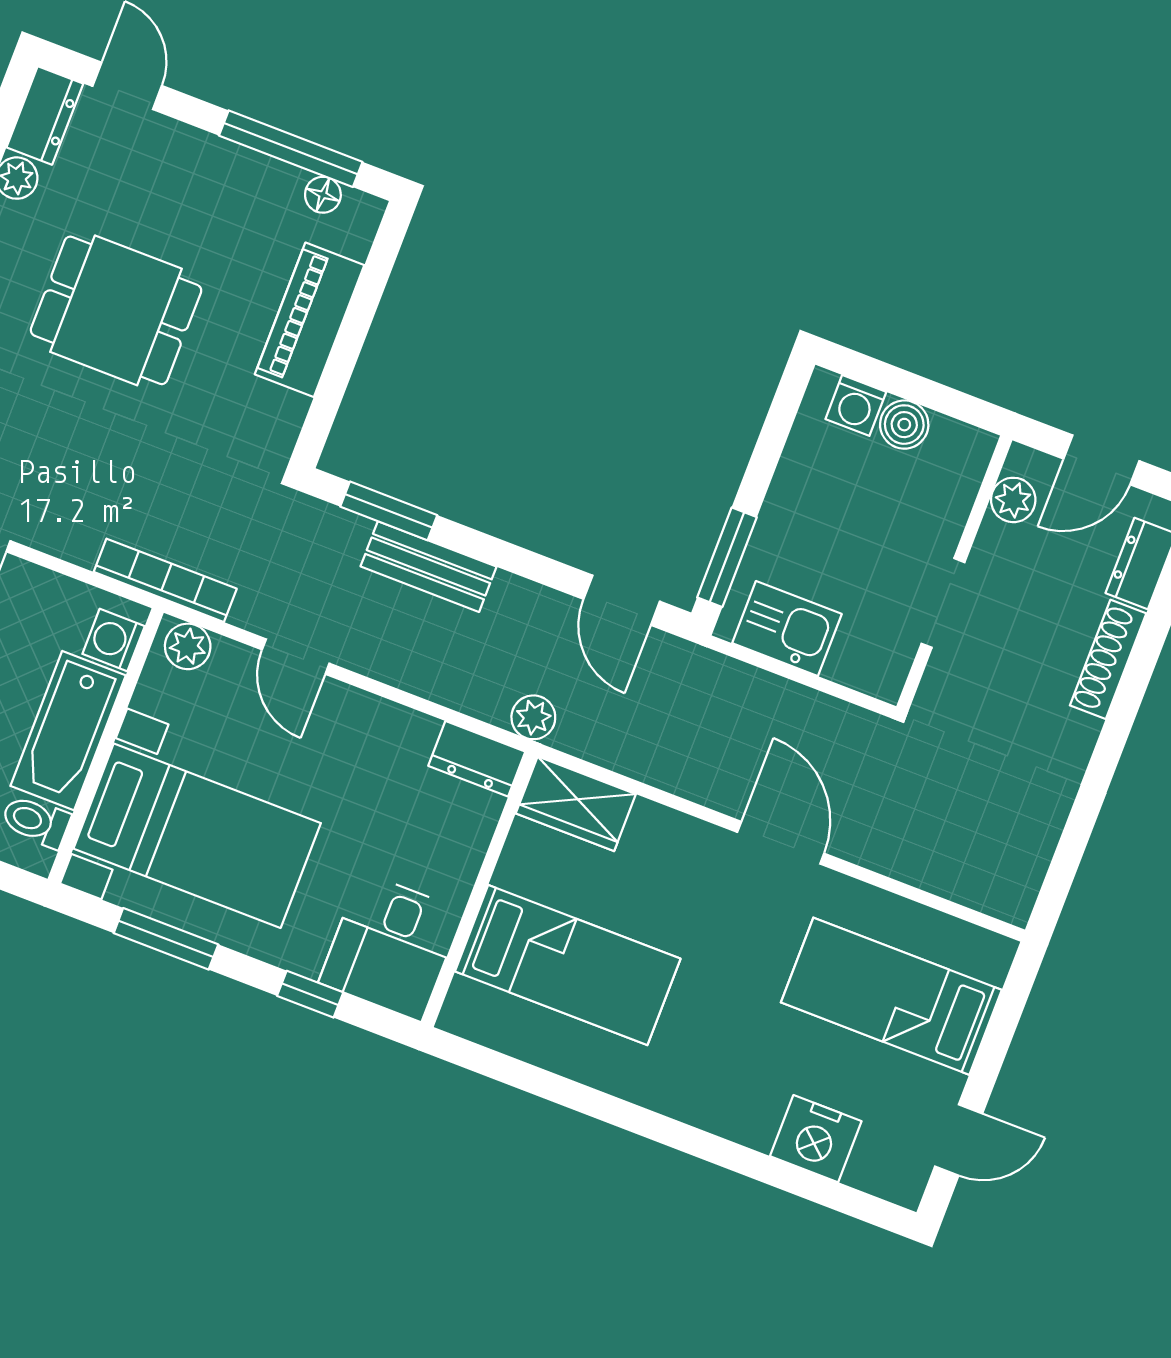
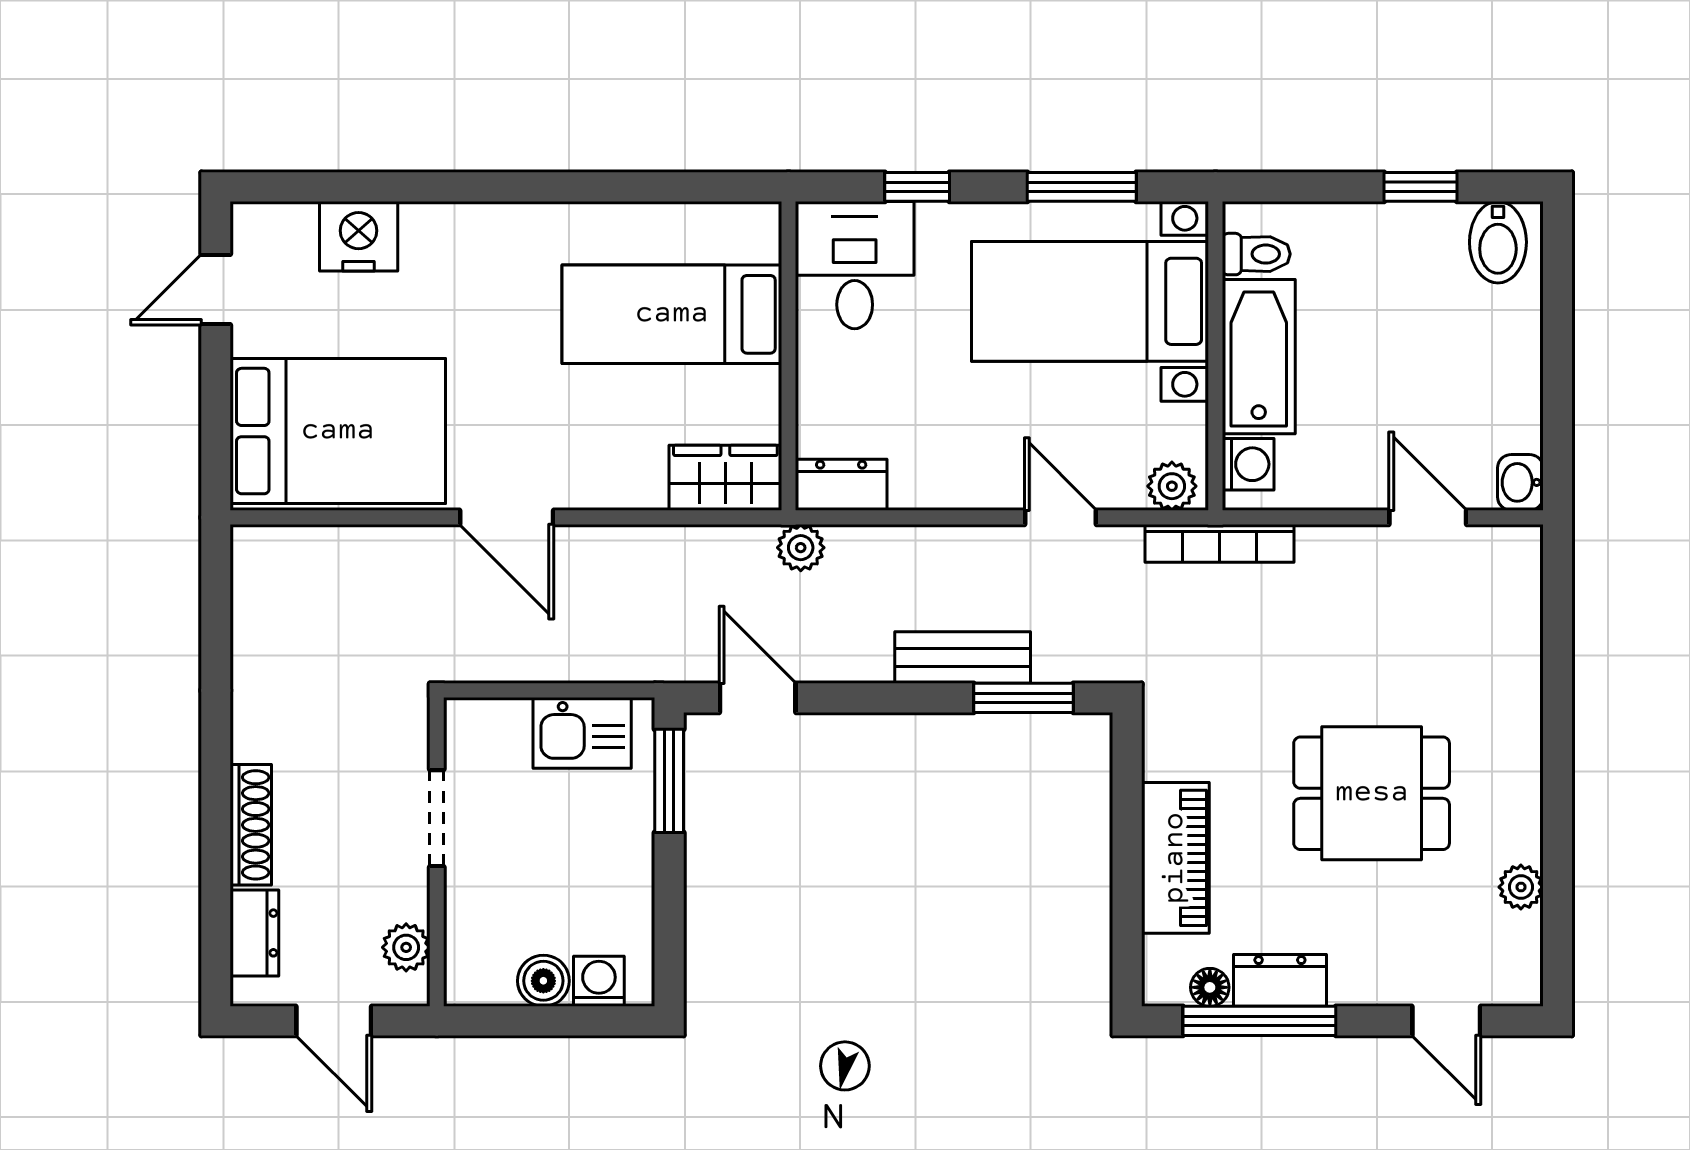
dresser: (45, 115) -> (1280, 980), moved, turned 90
door: (1101, 460) -> (334, 1021), swing flipped
bed: (891, 996) -> (338, 431), width x1.50

